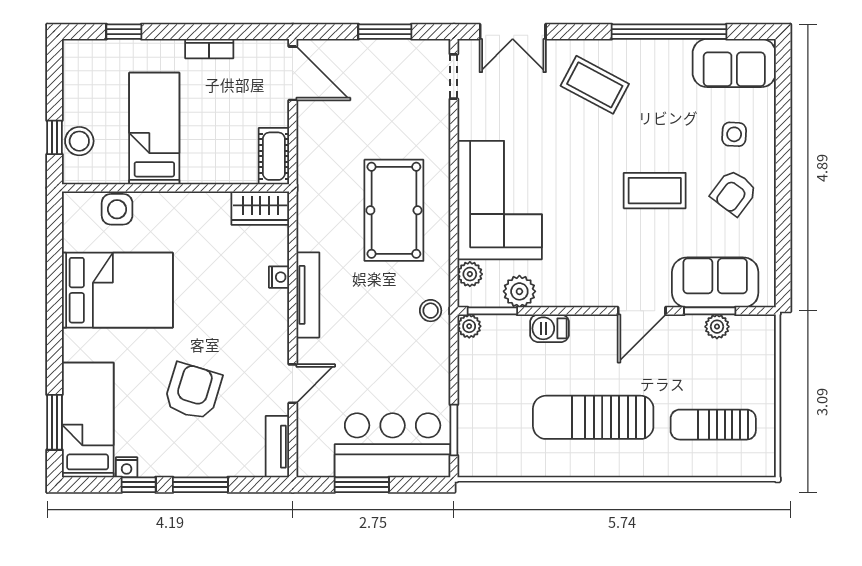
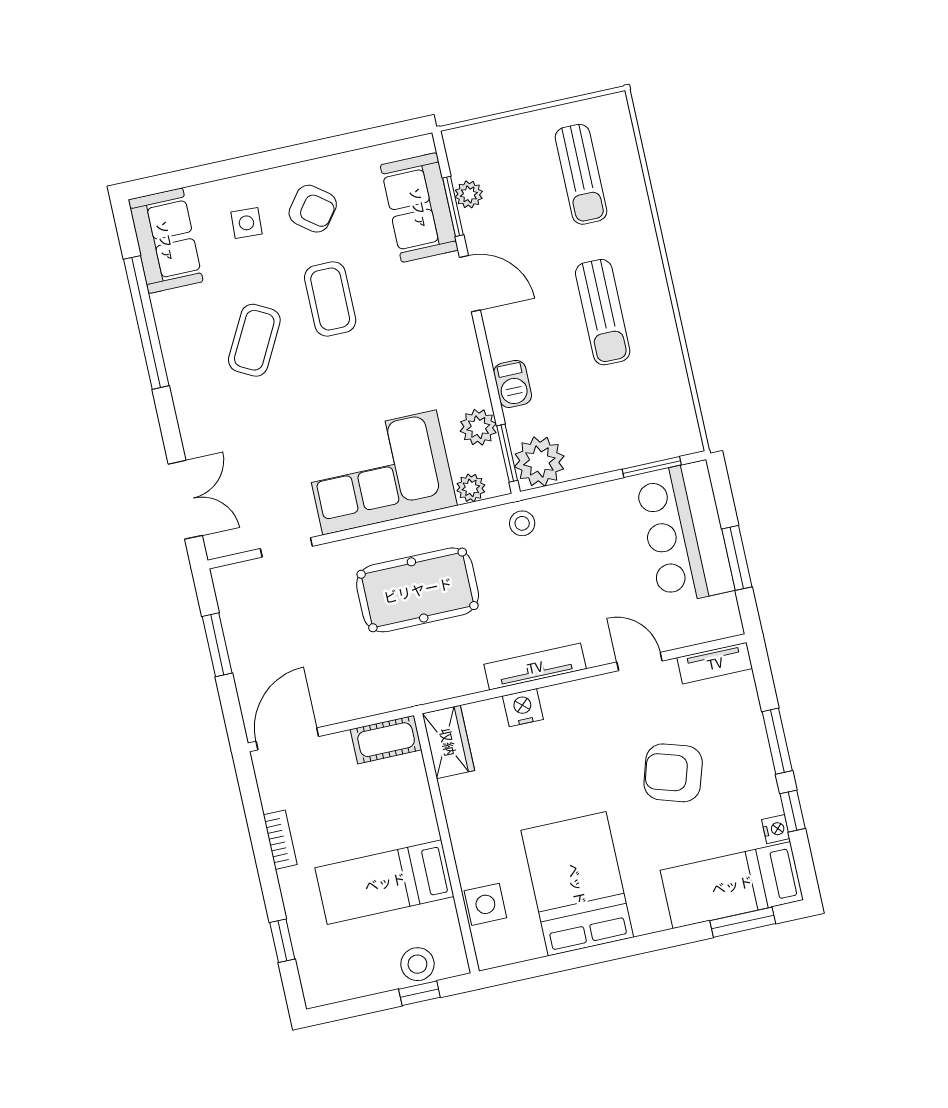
doorway: (454, 76) -> (286, 547), moved
coffee table: (595, 85) -> (254, 340), moved
nightstand: (279, 277) -> (523, 708), width x1.39, depth x1.35
plant: (469, 326) -> (539, 461), width x1.87, depth x1.87
sun lounger: (593, 417) -> (603, 312), width x0.73, depth x0.75

